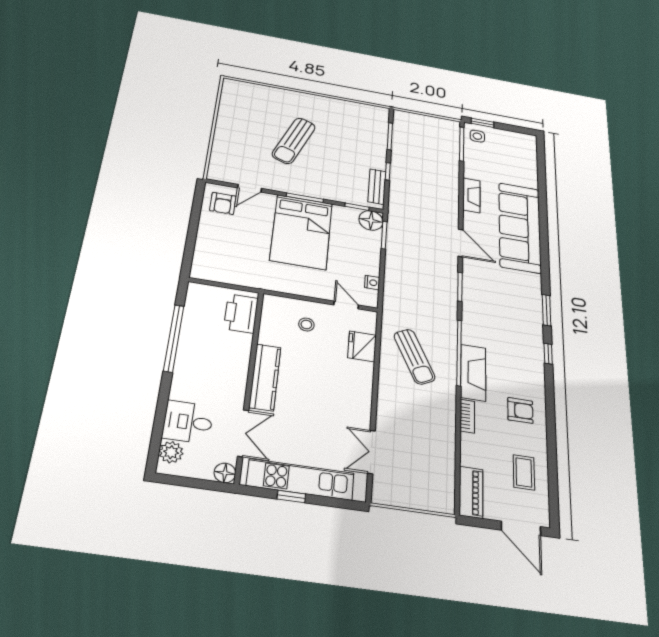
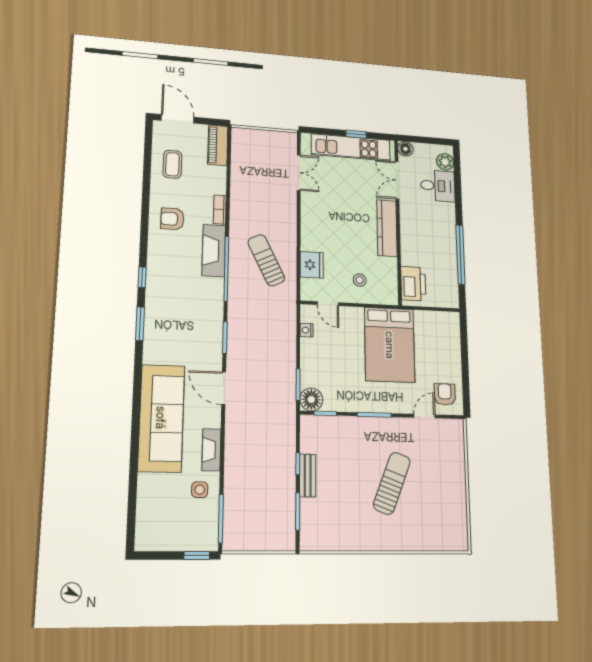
side table: (477, 136) -> (200, 490), moved
bench: (377, 187) -> (308, 475), moved
bed: (301, 232) -> (390, 345), moved, turned 180

